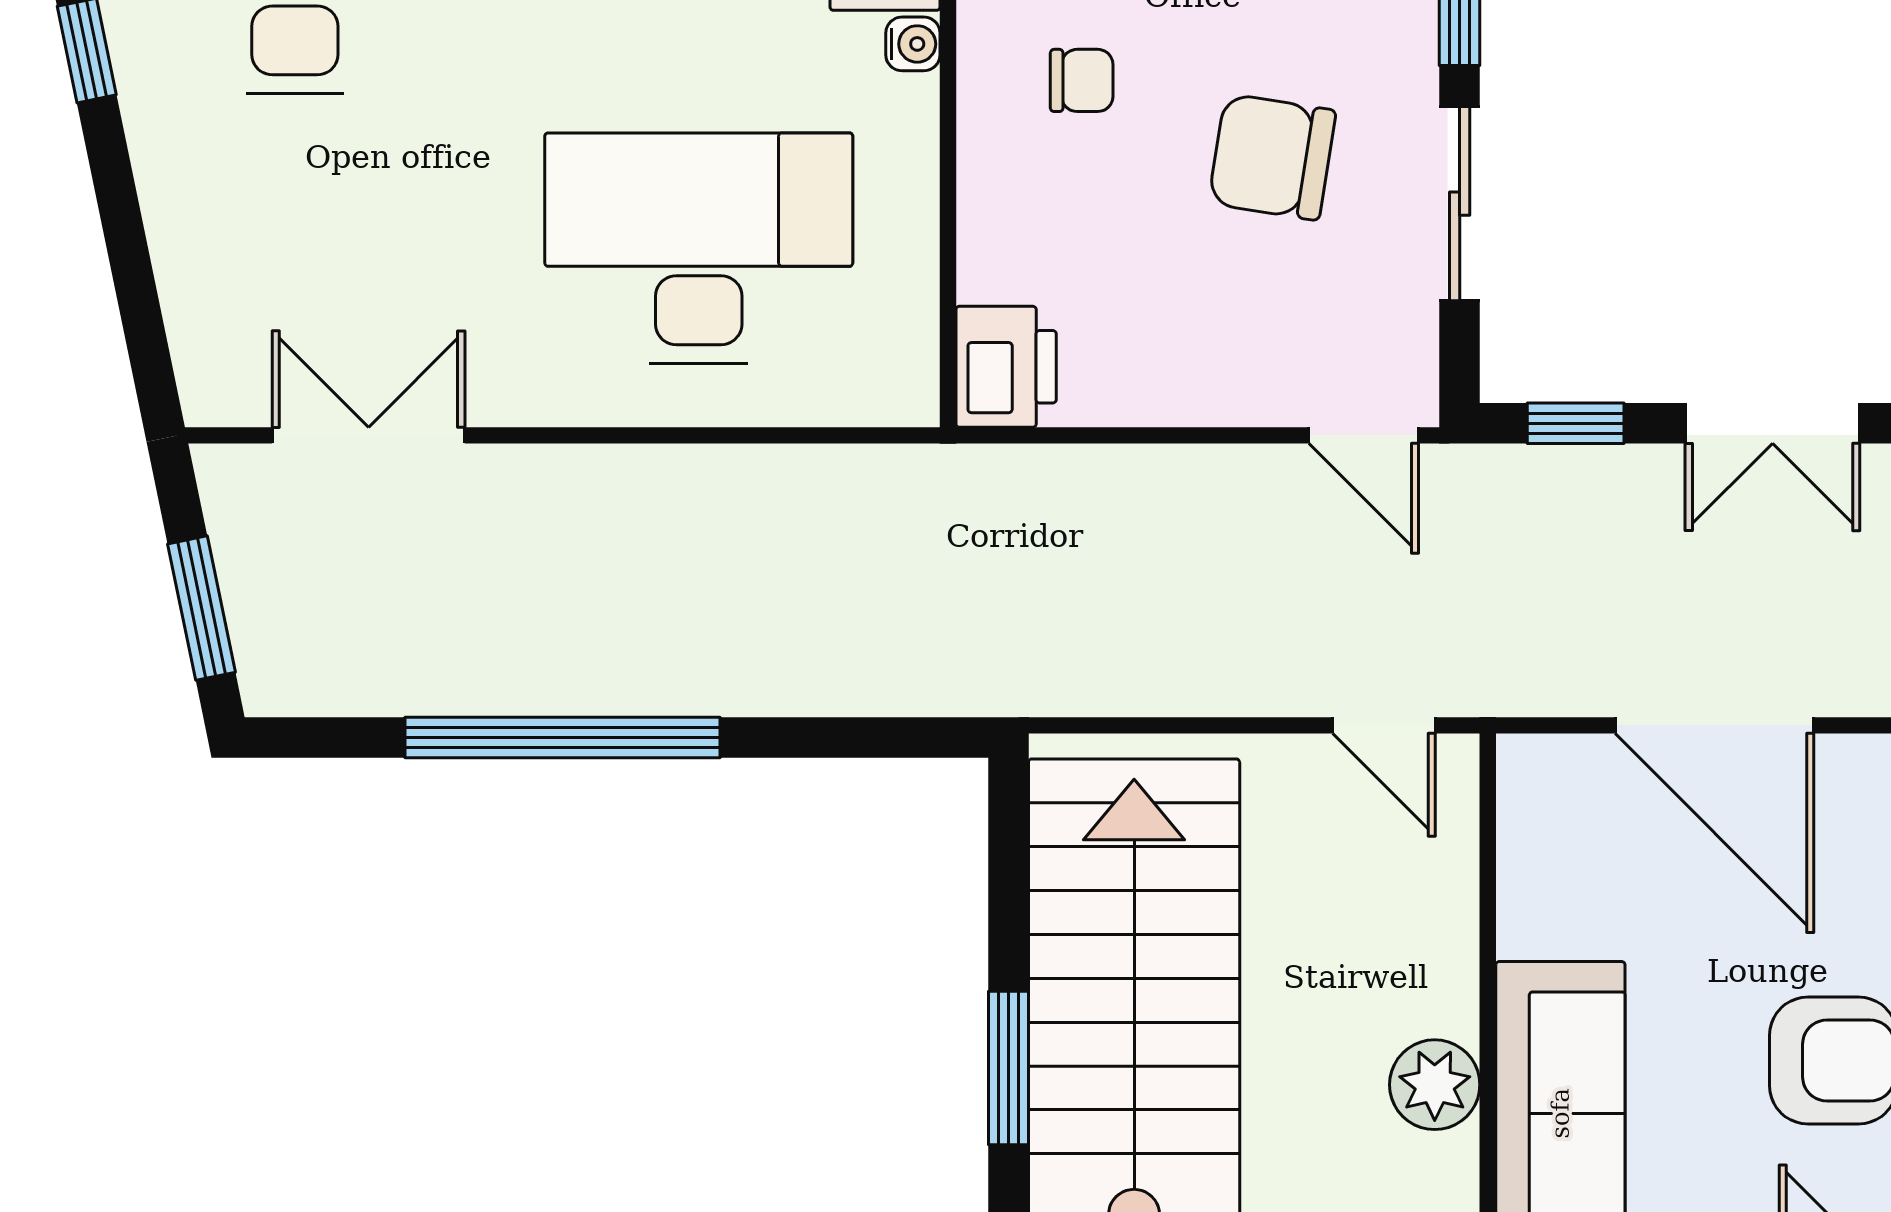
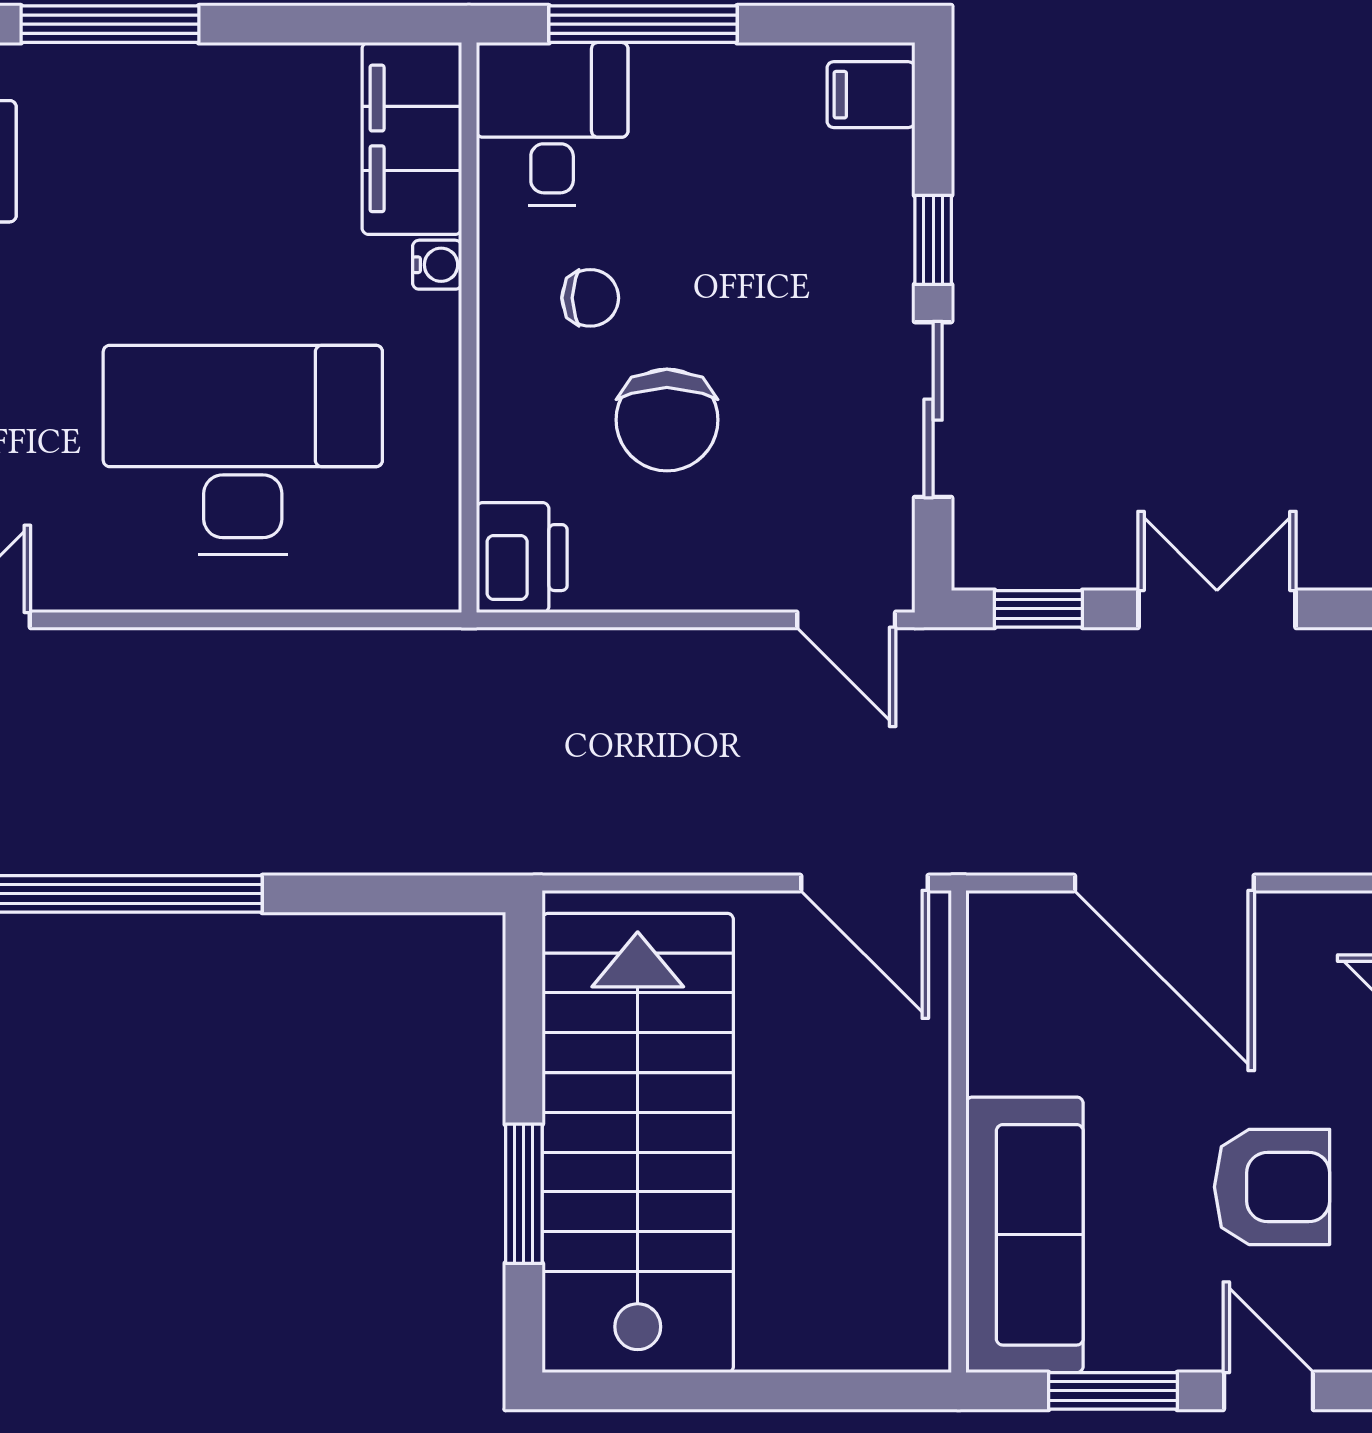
chair: (1272, 157) -> (667, 420), moved, turned -99
double door: (1773, 423) -> (1217, 609), swing flipped
door: (1384, 725) -> (864, 883), width x1.38
plant: (1435, 1085) -> (910, 1209), removed

